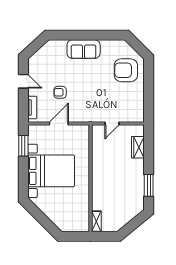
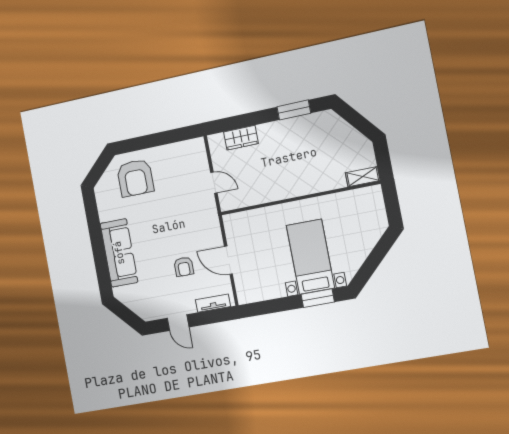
sofa: (84, 49) -> (119, 253), width x1.36
door: (23, 81) -> (178, 323), swing flipped
window: (23, 146) -> (318, 298), moved
bed with nightstands: (51, 171) -> (310, 257), width x0.73

